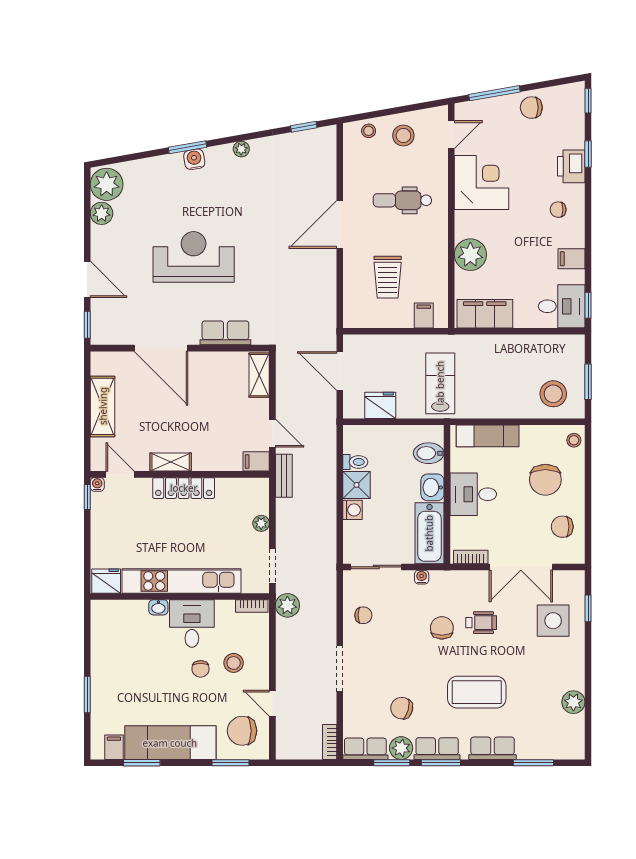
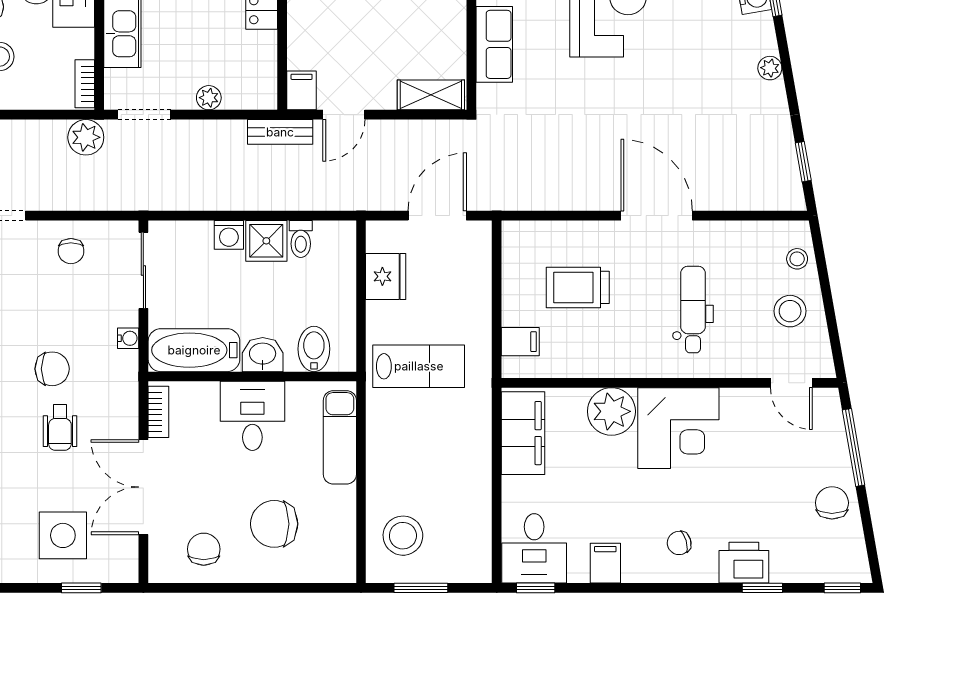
corner desk: (481, 183) -> (678, 428), moved
chair: (558, 210) -> (679, 543), turned -106
stool: (574, 440) -> (333, 567), removed

